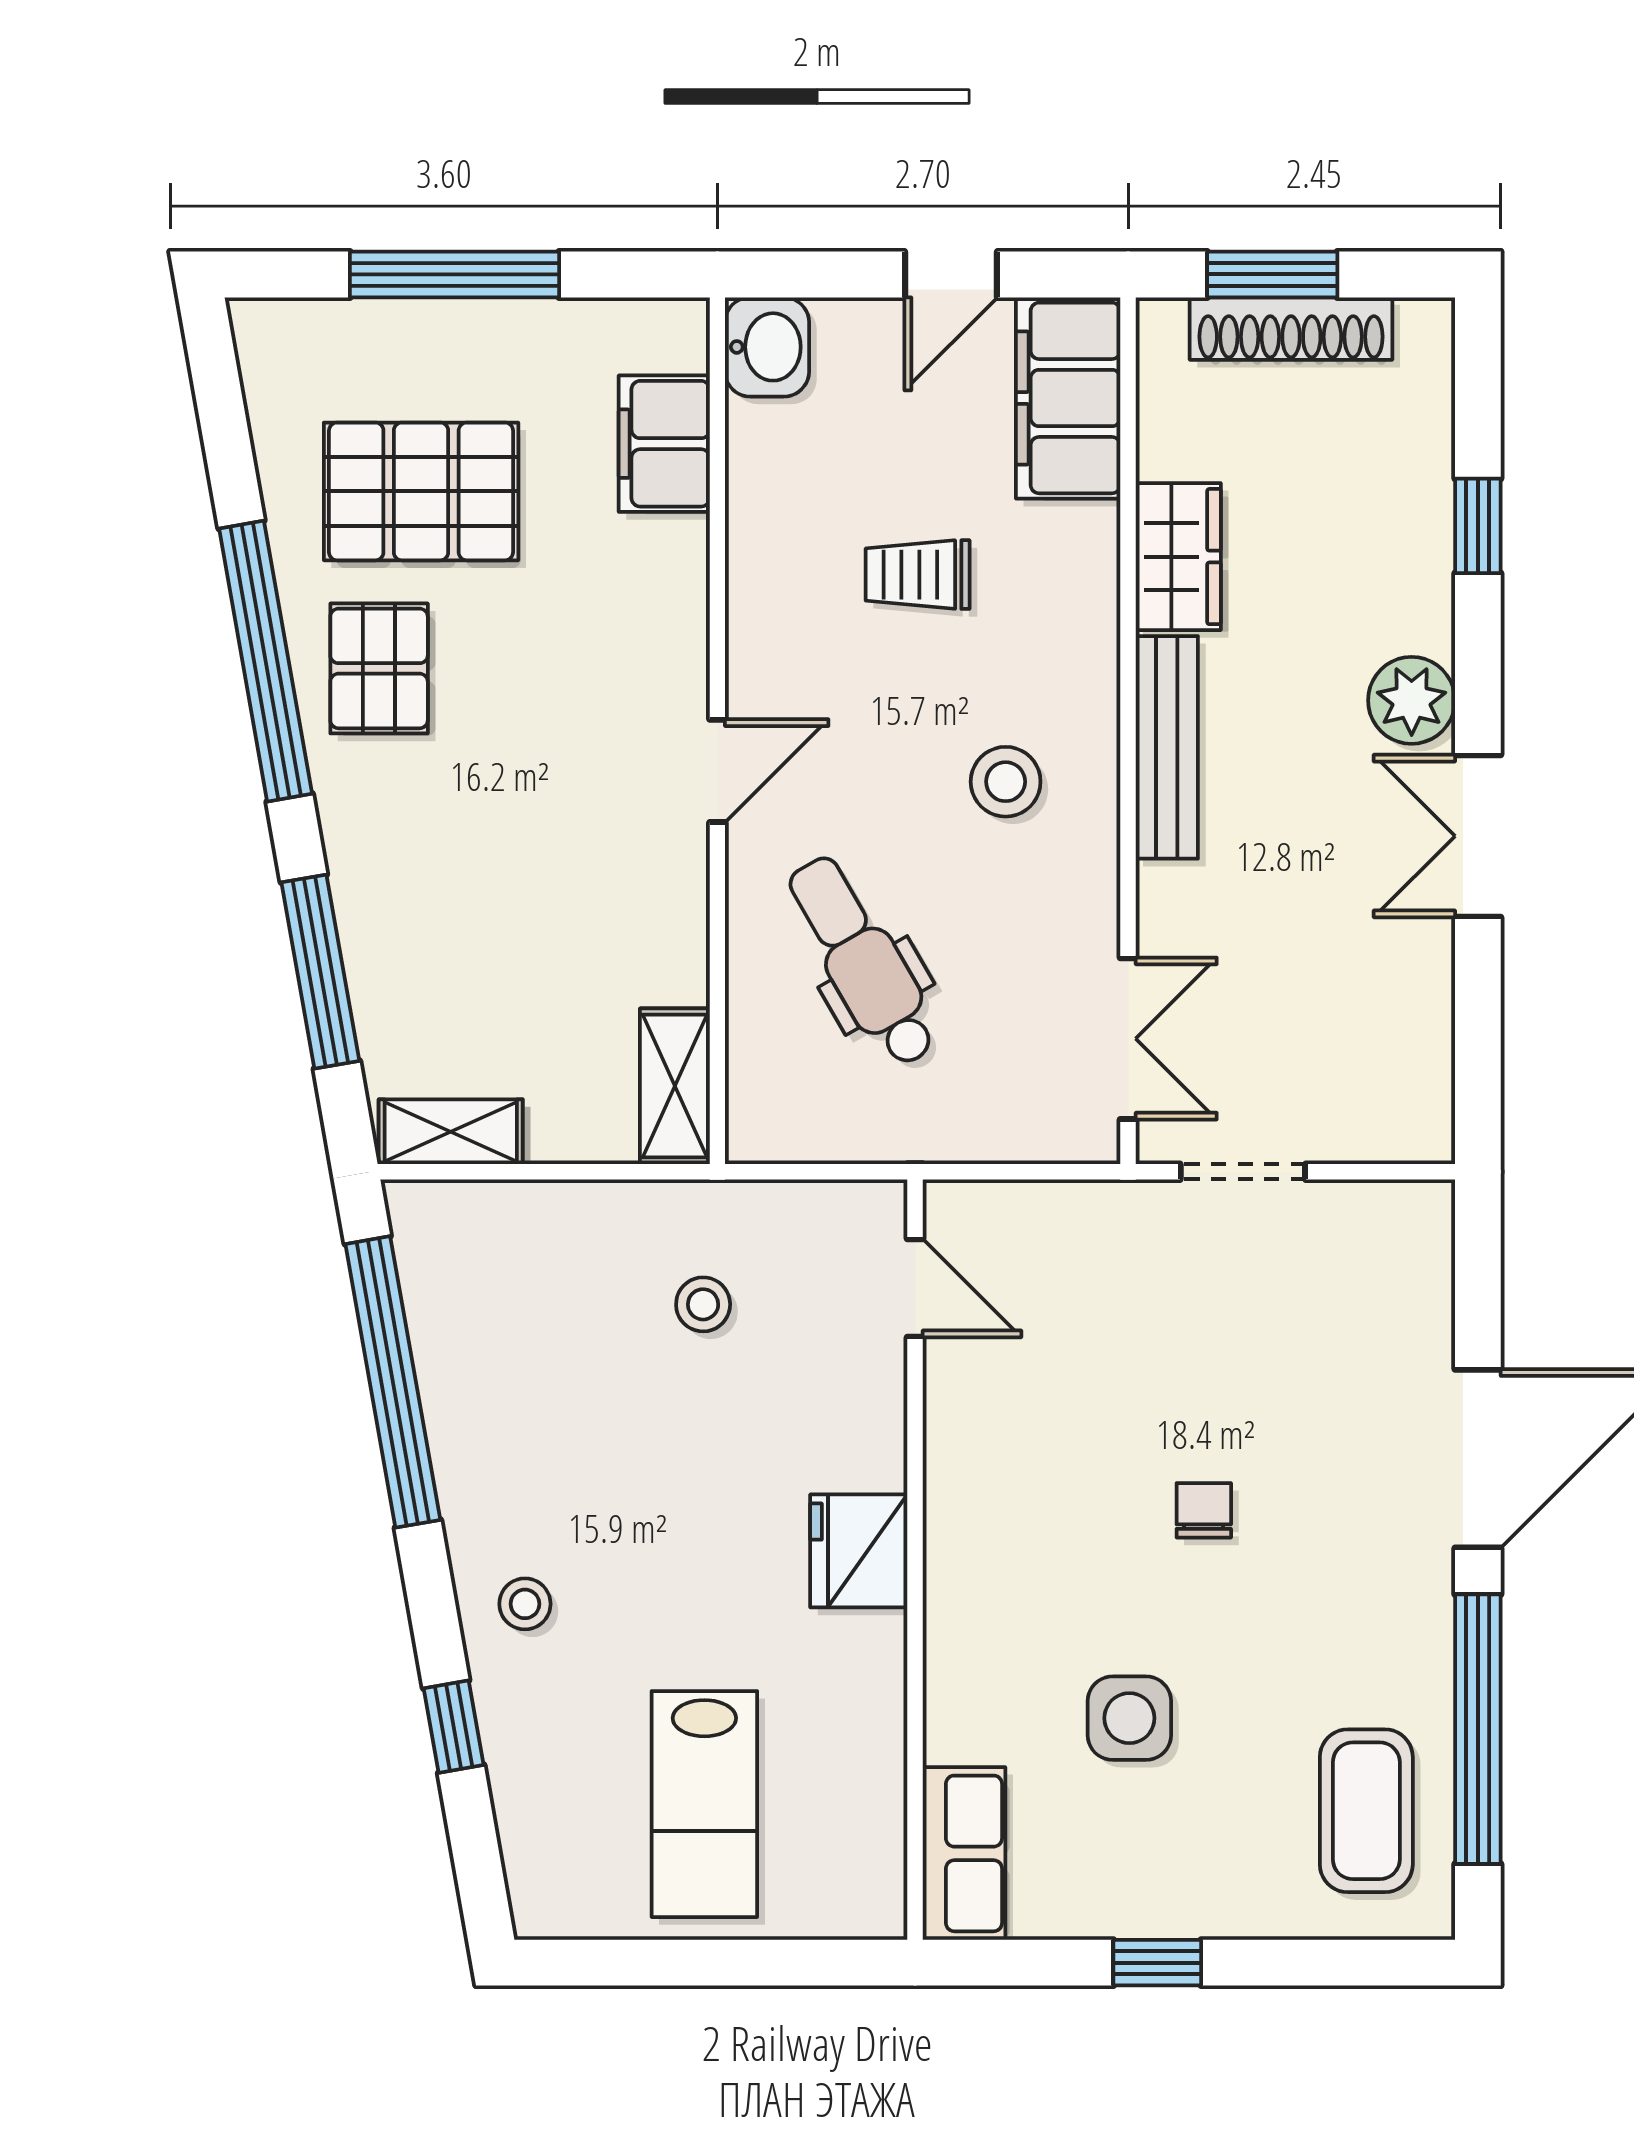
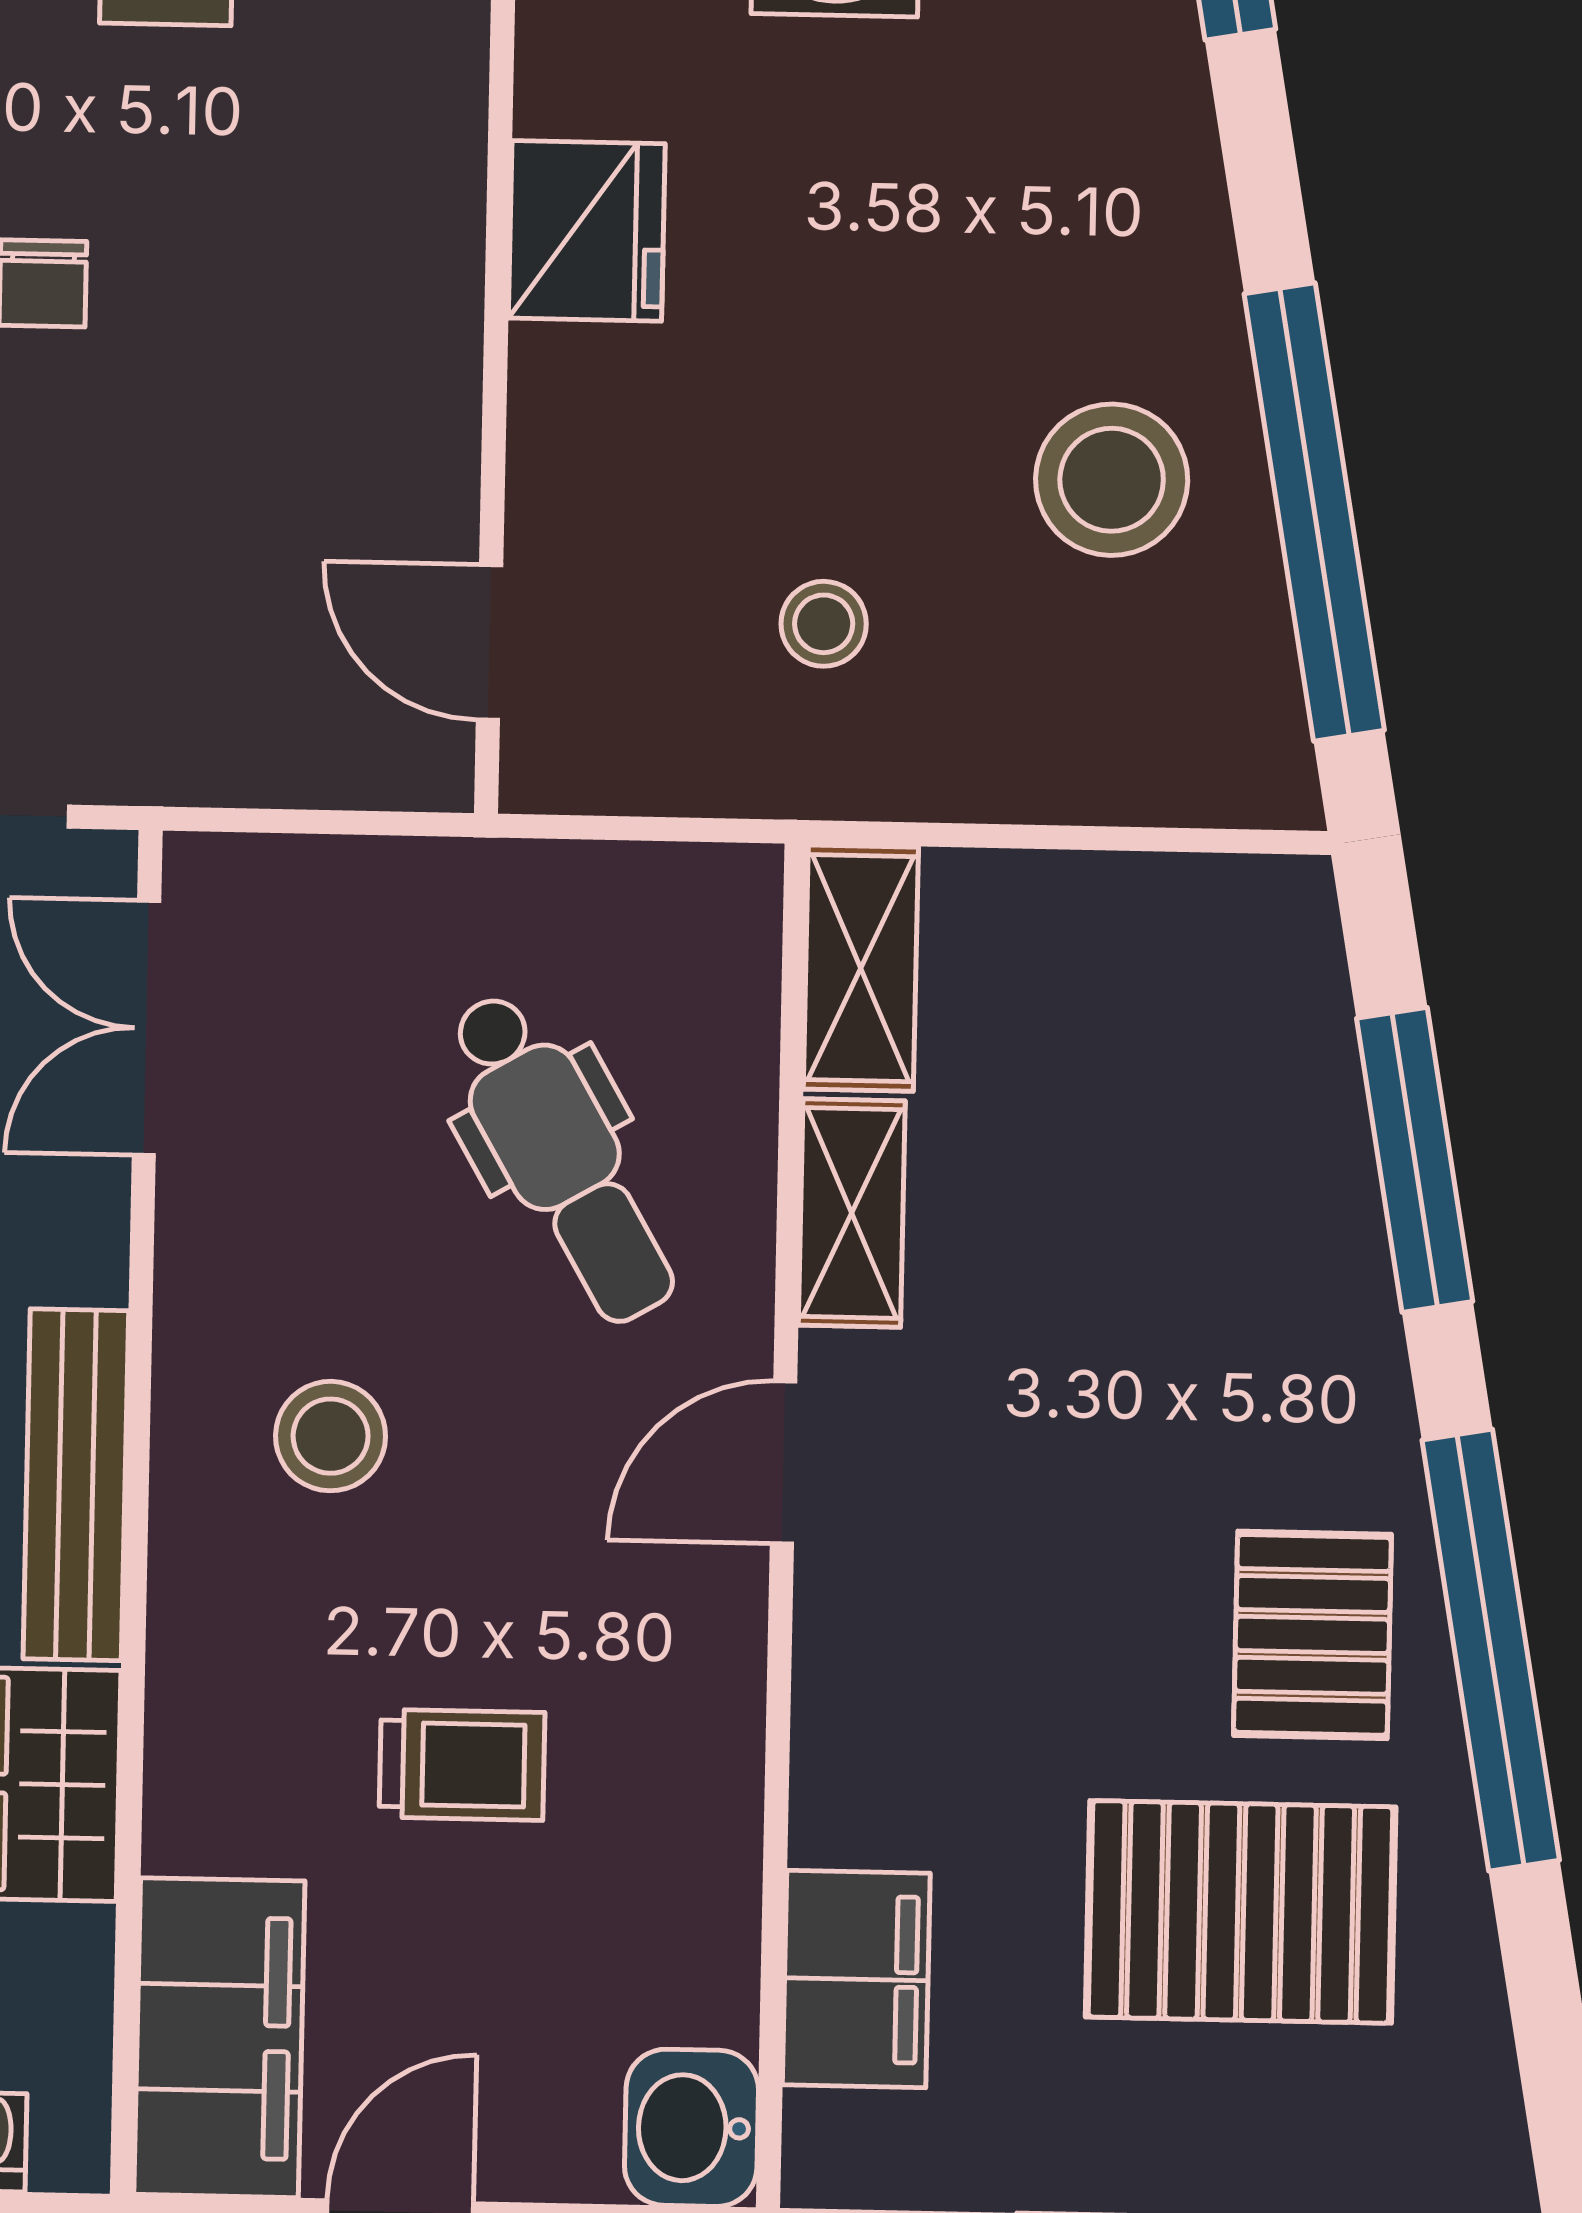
shelving: (451, 1132) -> (852, 1213), moved, turned 90
stool: (525, 1604) -> (1112, 480), moved, width x1.89, depth x1.89

